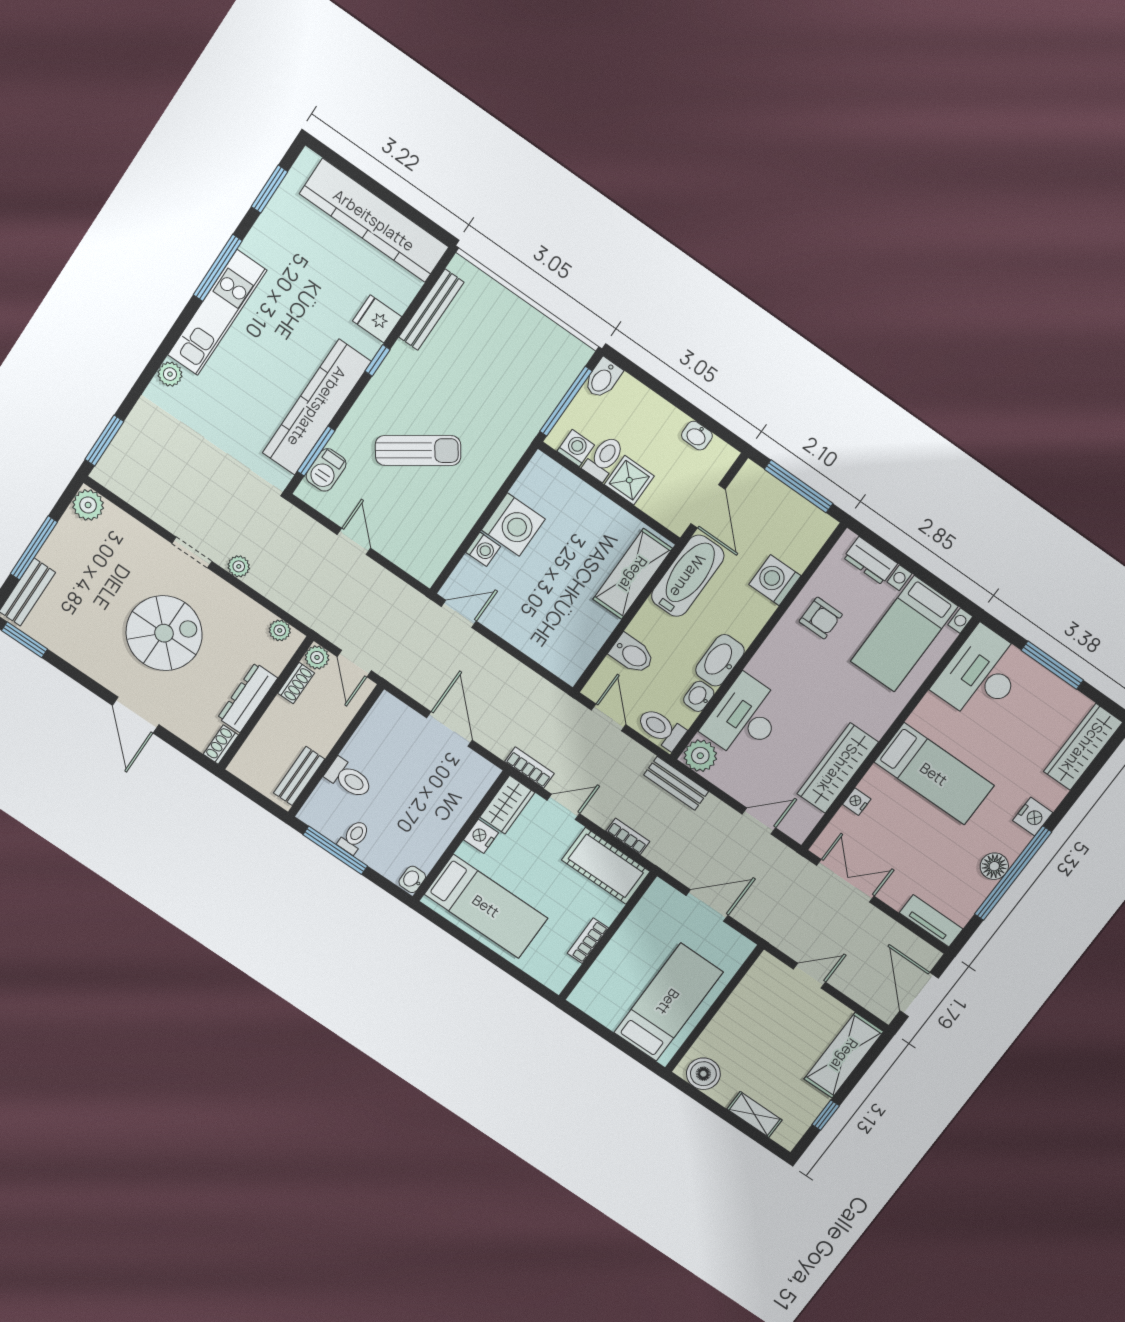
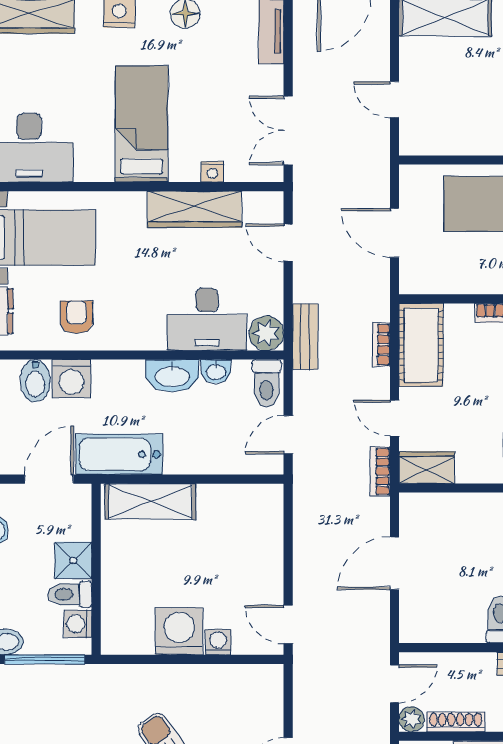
bidet: (632, 654) -> (35, 381), moved, turned 180
shoe rack: (296, 683) -> (456, 722), width x1.43
nightstand: (481, 836) -> (471, 471), removed

